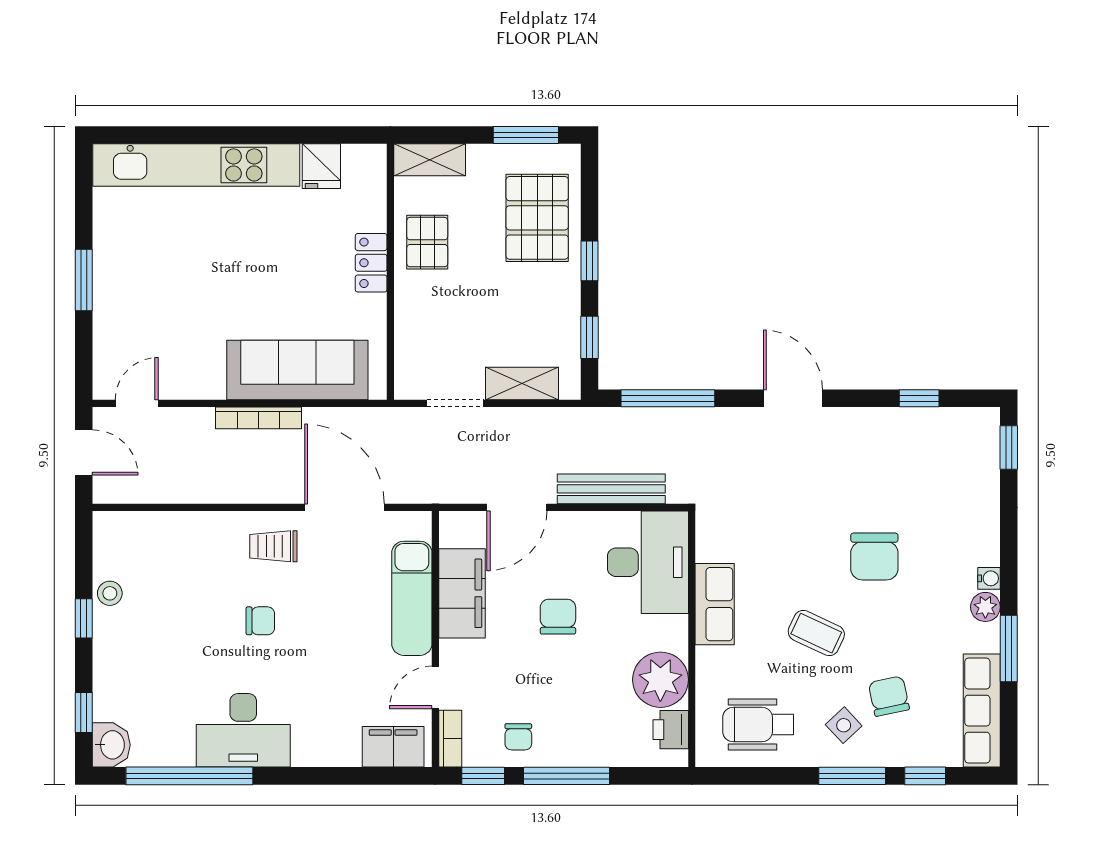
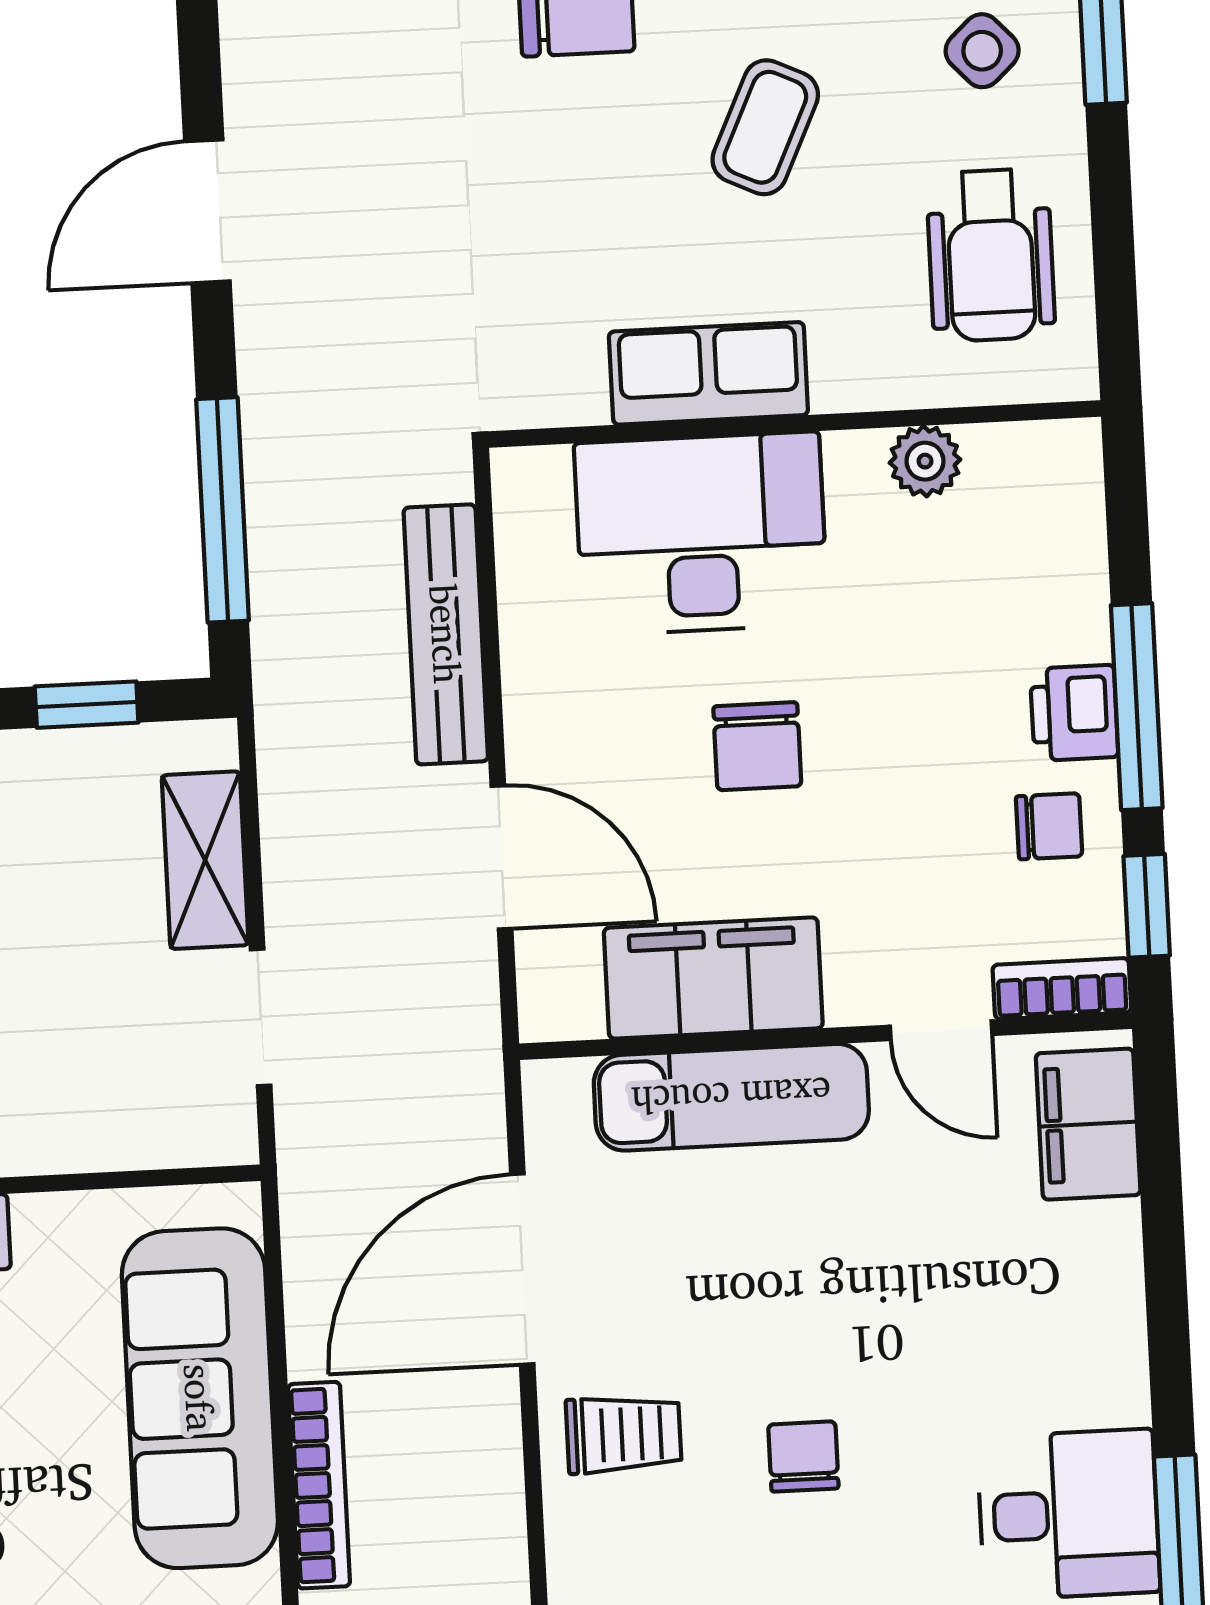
trolley: (273, 546) -> (624, 1434), turned -90
desk: (648, 562) -> (701, 534), moved
chair: (558, 617) -> (757, 746), turned -90
plant: (660, 680) -> (925, 461), width x0.53, depth x0.53
desk: (243, 730) -> (1069, 1514), width x0.73
printer: (671, 730) -> (1074, 713), moved, turned 90

